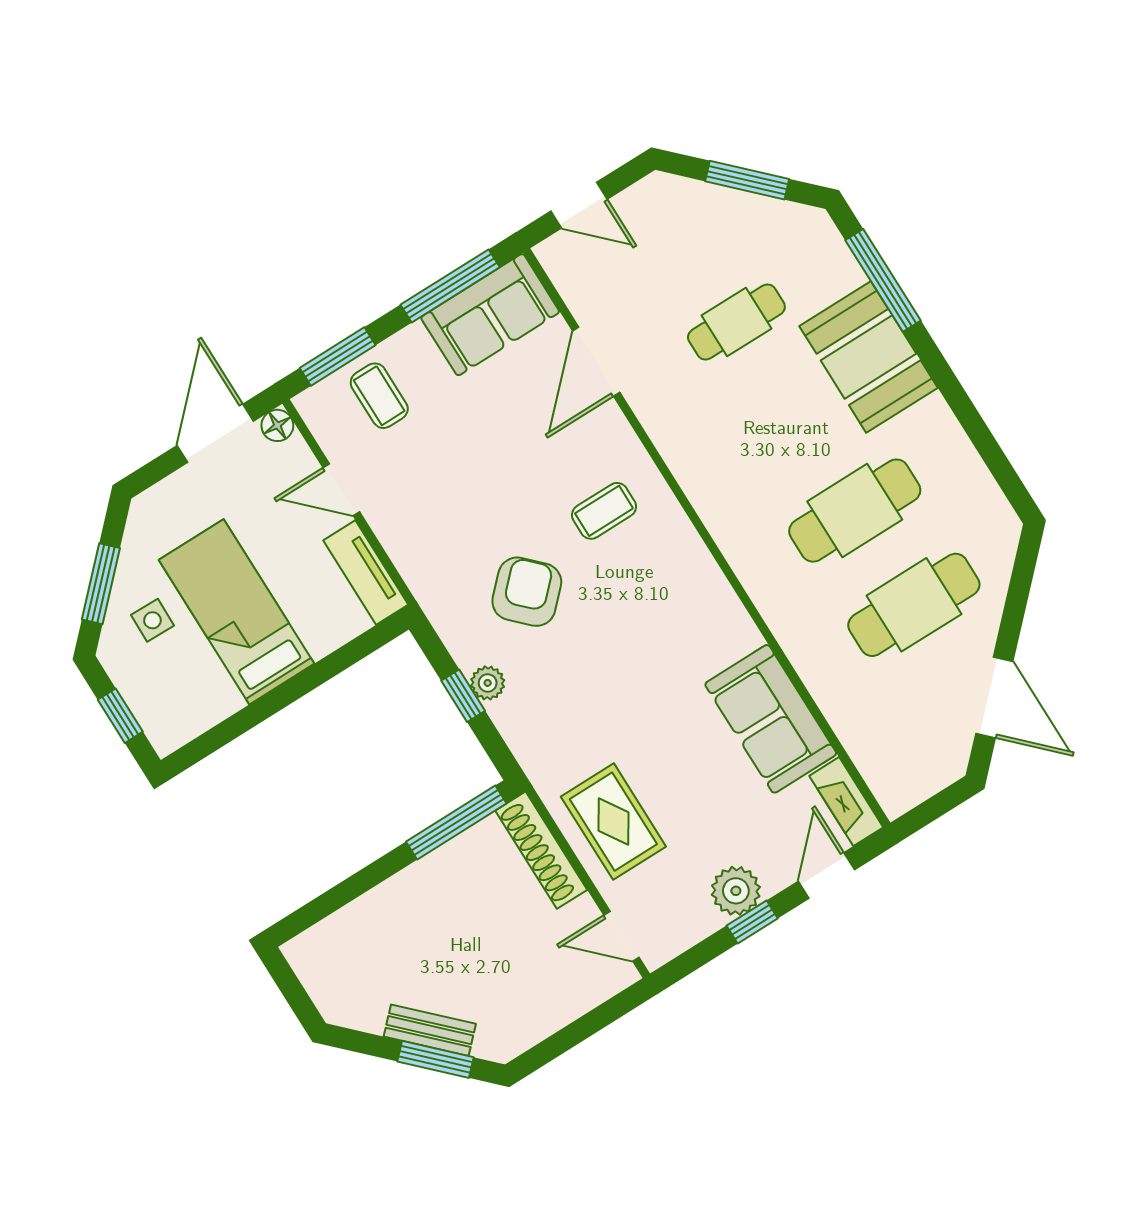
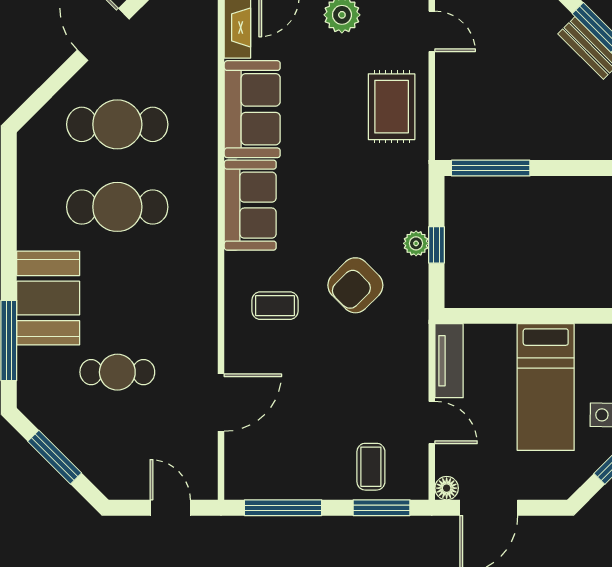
sofa: (490, 315) -> (250, 205), moved, turned 90
shoe rack: (541, 850) -> (448, 117), removed

